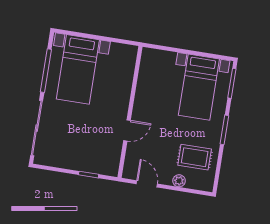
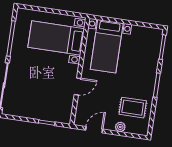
bed with nightstands: (78, 69) -> (56, 38), moved, turned 90
bed with nightstands: (199, 87) -> (107, 46), moved
door: (147, 184) -> (94, 130), hinge flipped

